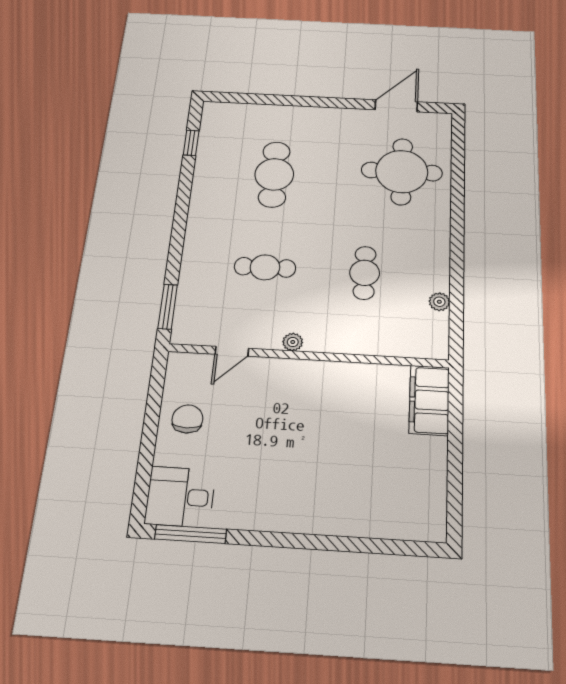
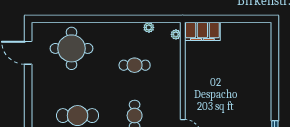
plant: (293, 342) -> (176, 34), moved

